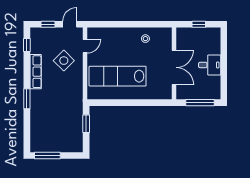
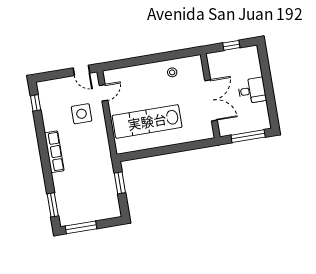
window: (48, 24) -> (56, 75), removed
door: (70, 24) -> (81, 70), swing flipped
side table: (64, 61) -> (82, 114), turned 45
row of seats: (36, 72) -> (54, 152), moved
window: (27, 99) -> (53, 205), moved

